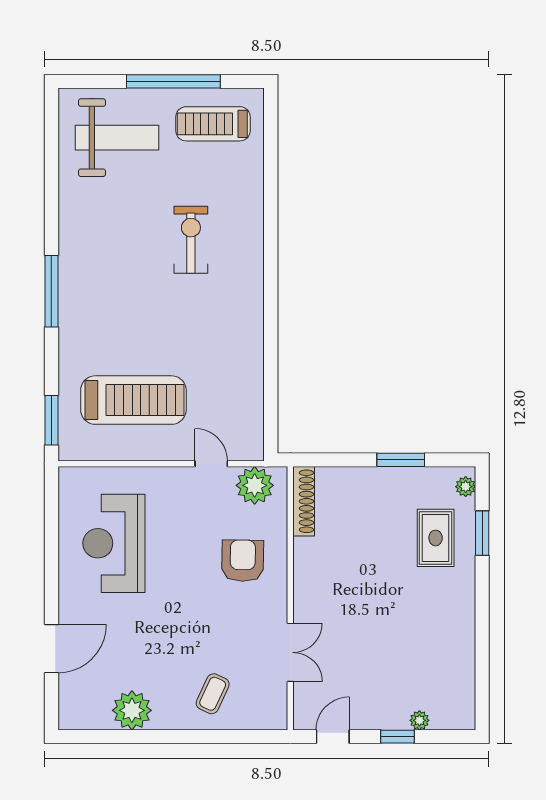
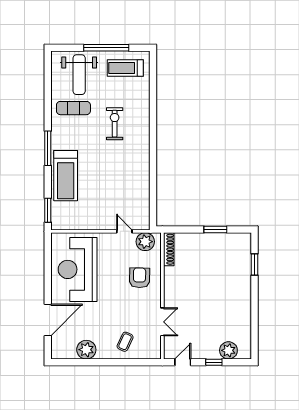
weight bench: (117, 138) -> (79, 75), turned 90
exercise mat: (105, 207) -> (73, 108), added
treadmill: (133, 400) -> (66, 176), moved, turned 90
plant: (466, 487) -> (246, 242), removed
rug: (436, 538) -> (232, 267), removed
reception desk: (114, 543) -> (78, 269), width x1.36, depth x1.30
door: (51, 649) -> (48, 320), width x1.36
plant: (419, 720) -> (228, 350), width x1.87, depth x1.87

